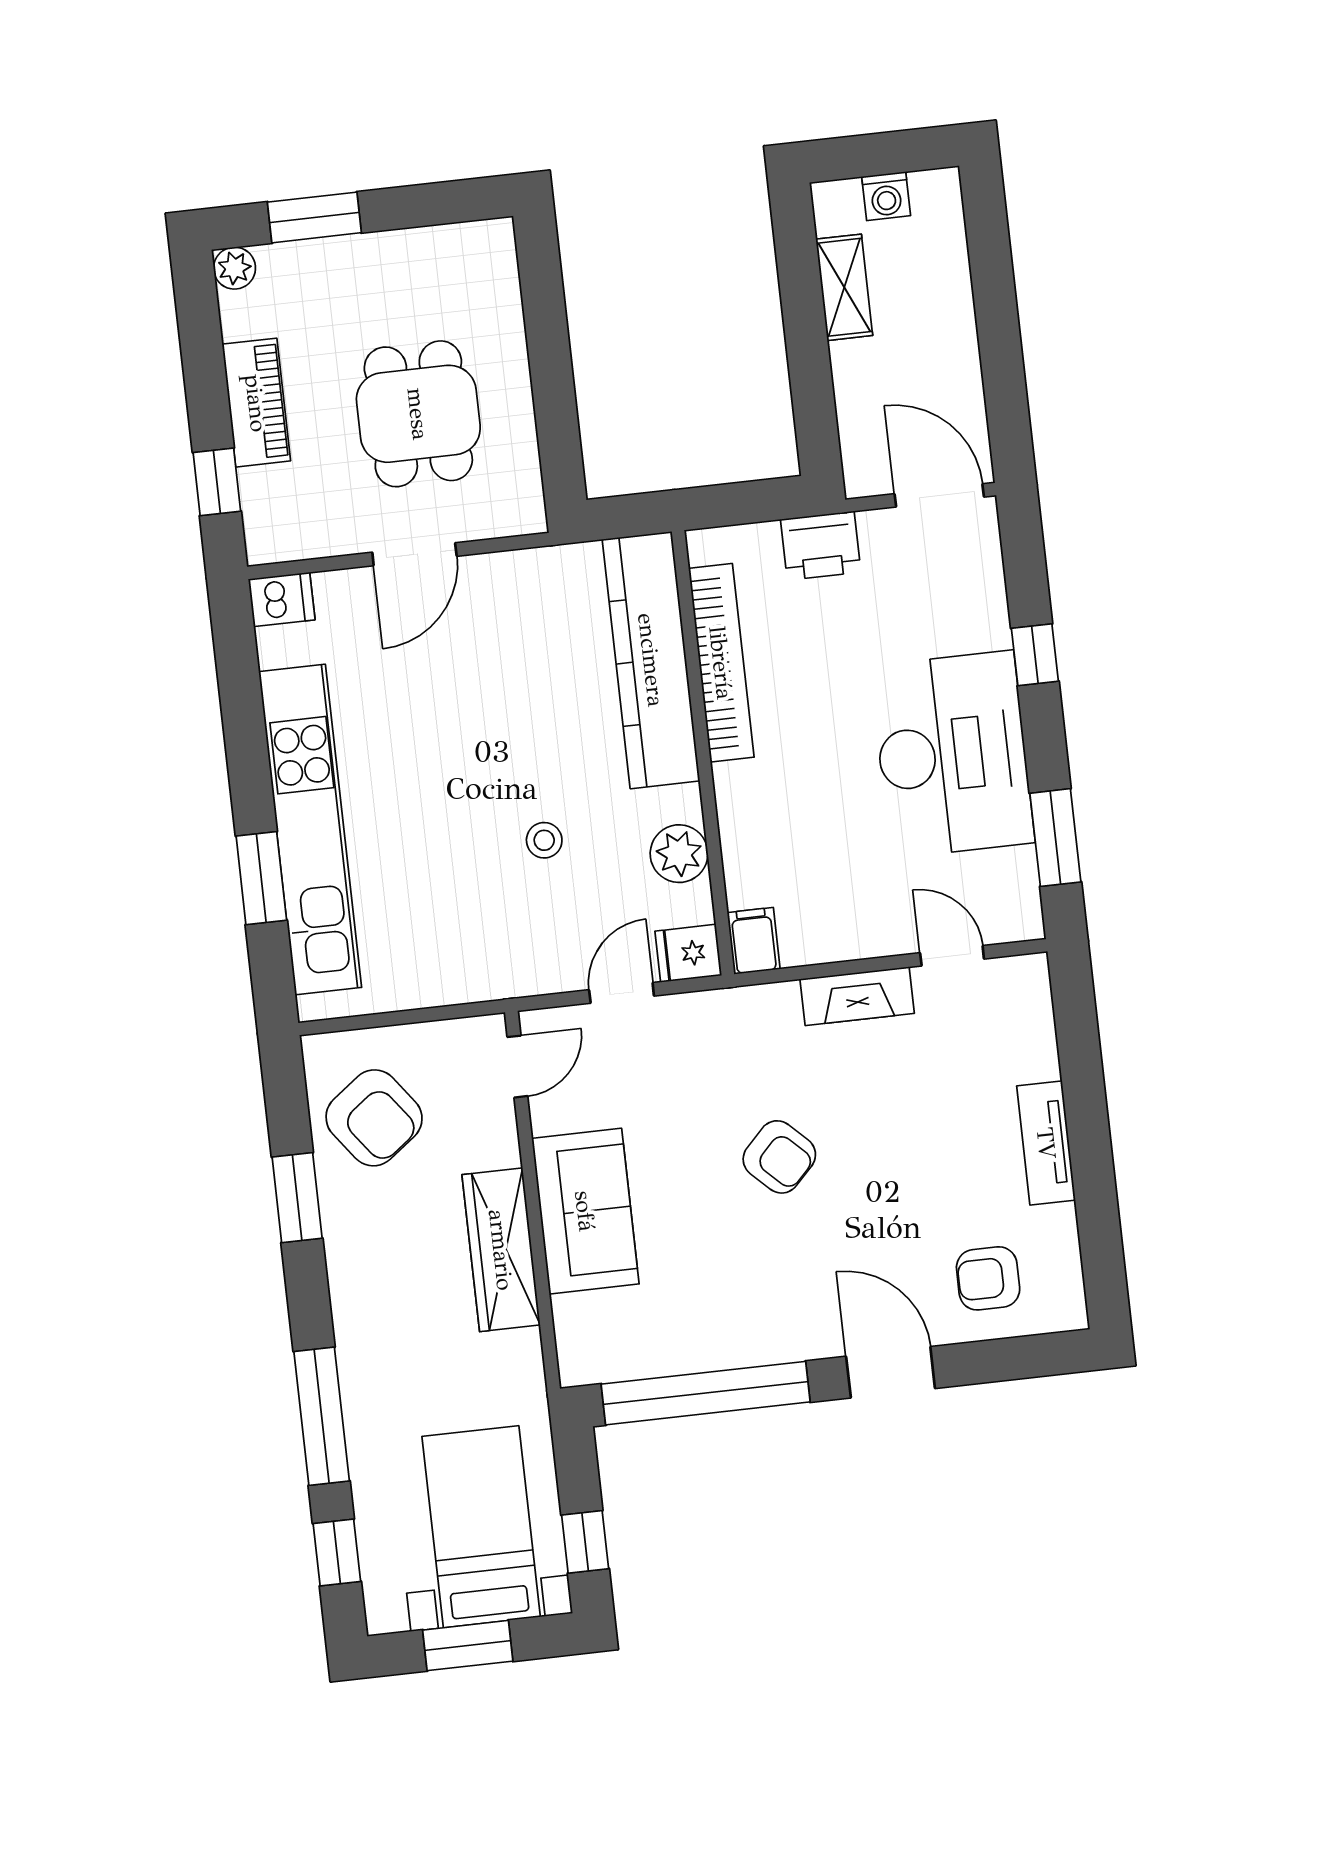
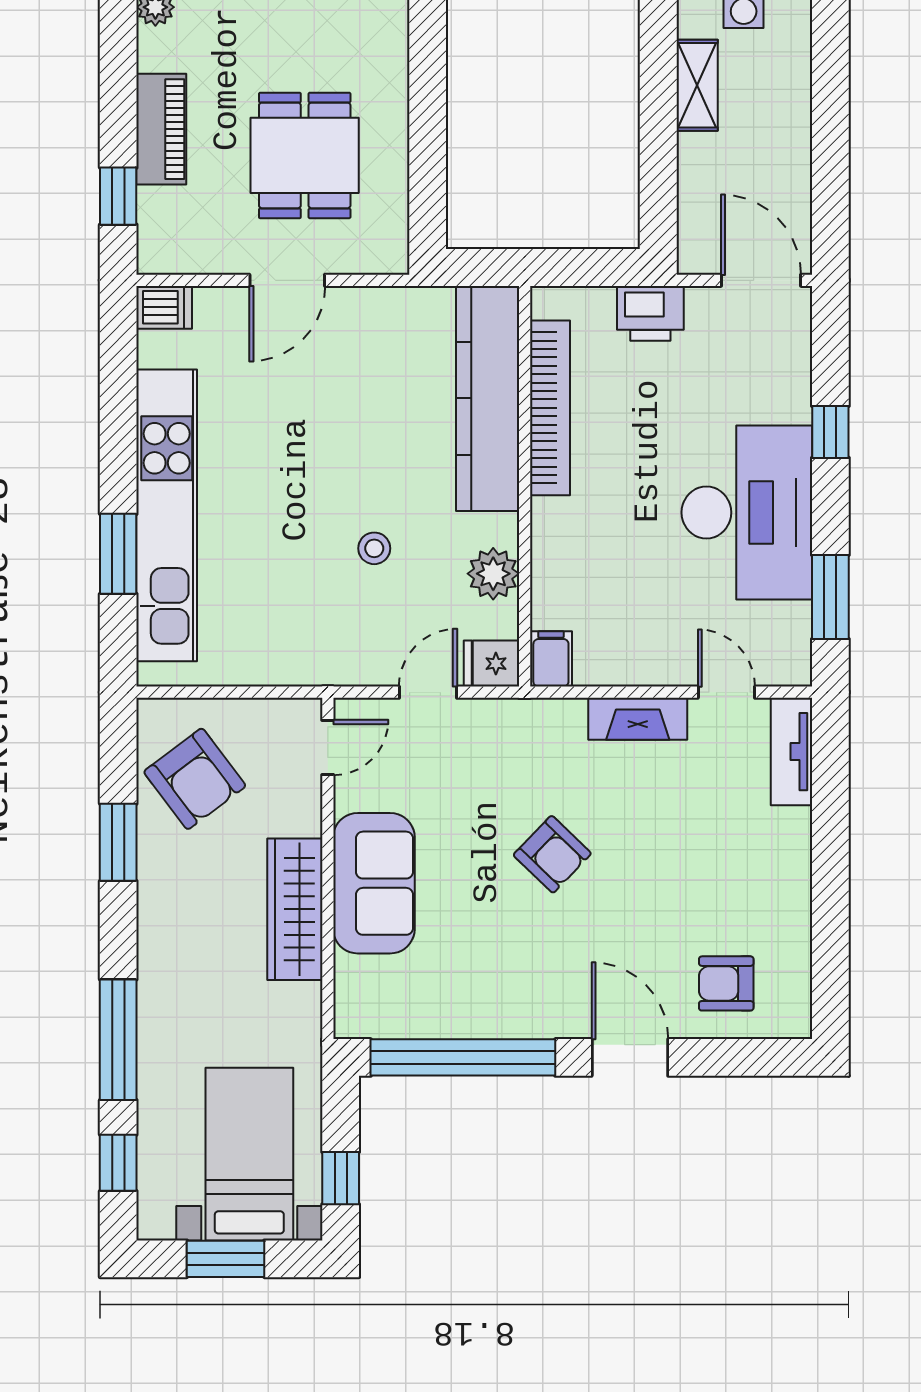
tv unit: (1046, 1143) -> (791, 752), moved

